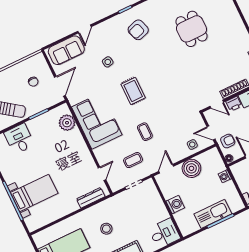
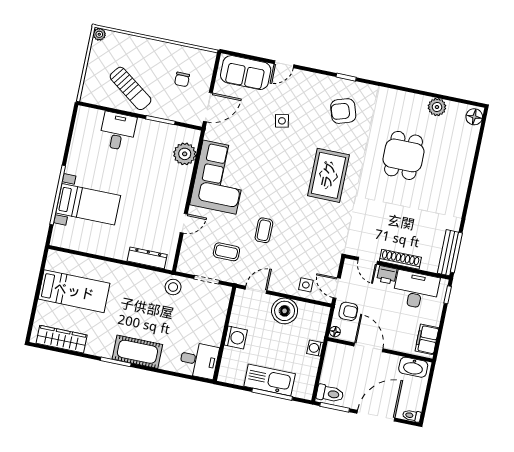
rug: (133, 91) -> (328, 175), moved, width x1.36, depth x1.43
door: (102, 174) -> (184, 223), moved
stool: (106, 229) -> (173, 287), moved

